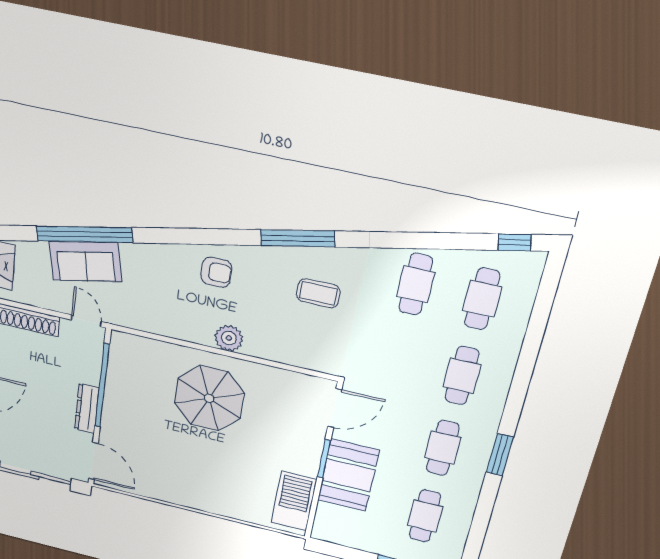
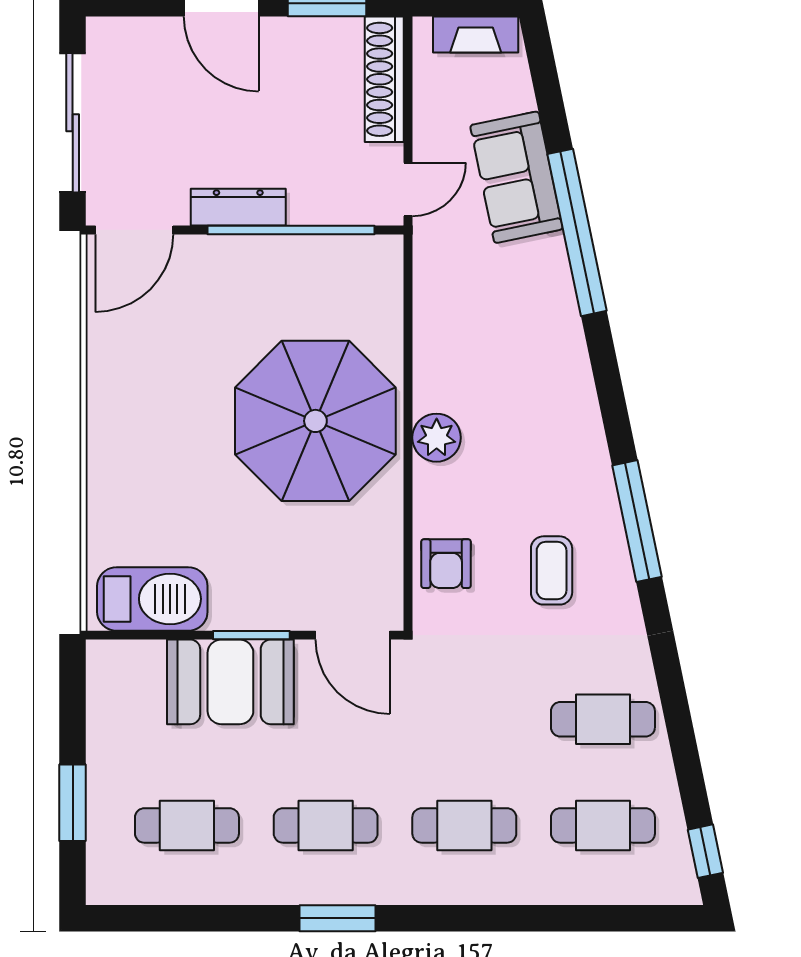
window: (84, 234) -> (577, 232), moved
armchair: (216, 272) -> (446, 564), moved
parasol: (209, 398) -> (315, 421), width x1.36, depth x1.36

